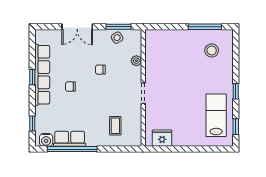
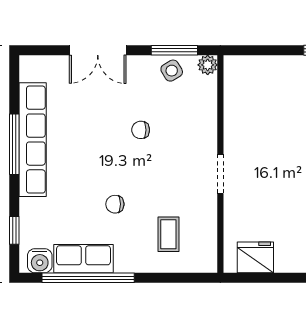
plant: (136, 61) -> (208, 65), moved
window: (32, 77) -> (14, 144), width x2.17
chair: (70, 87) -> (115, 204), moved

